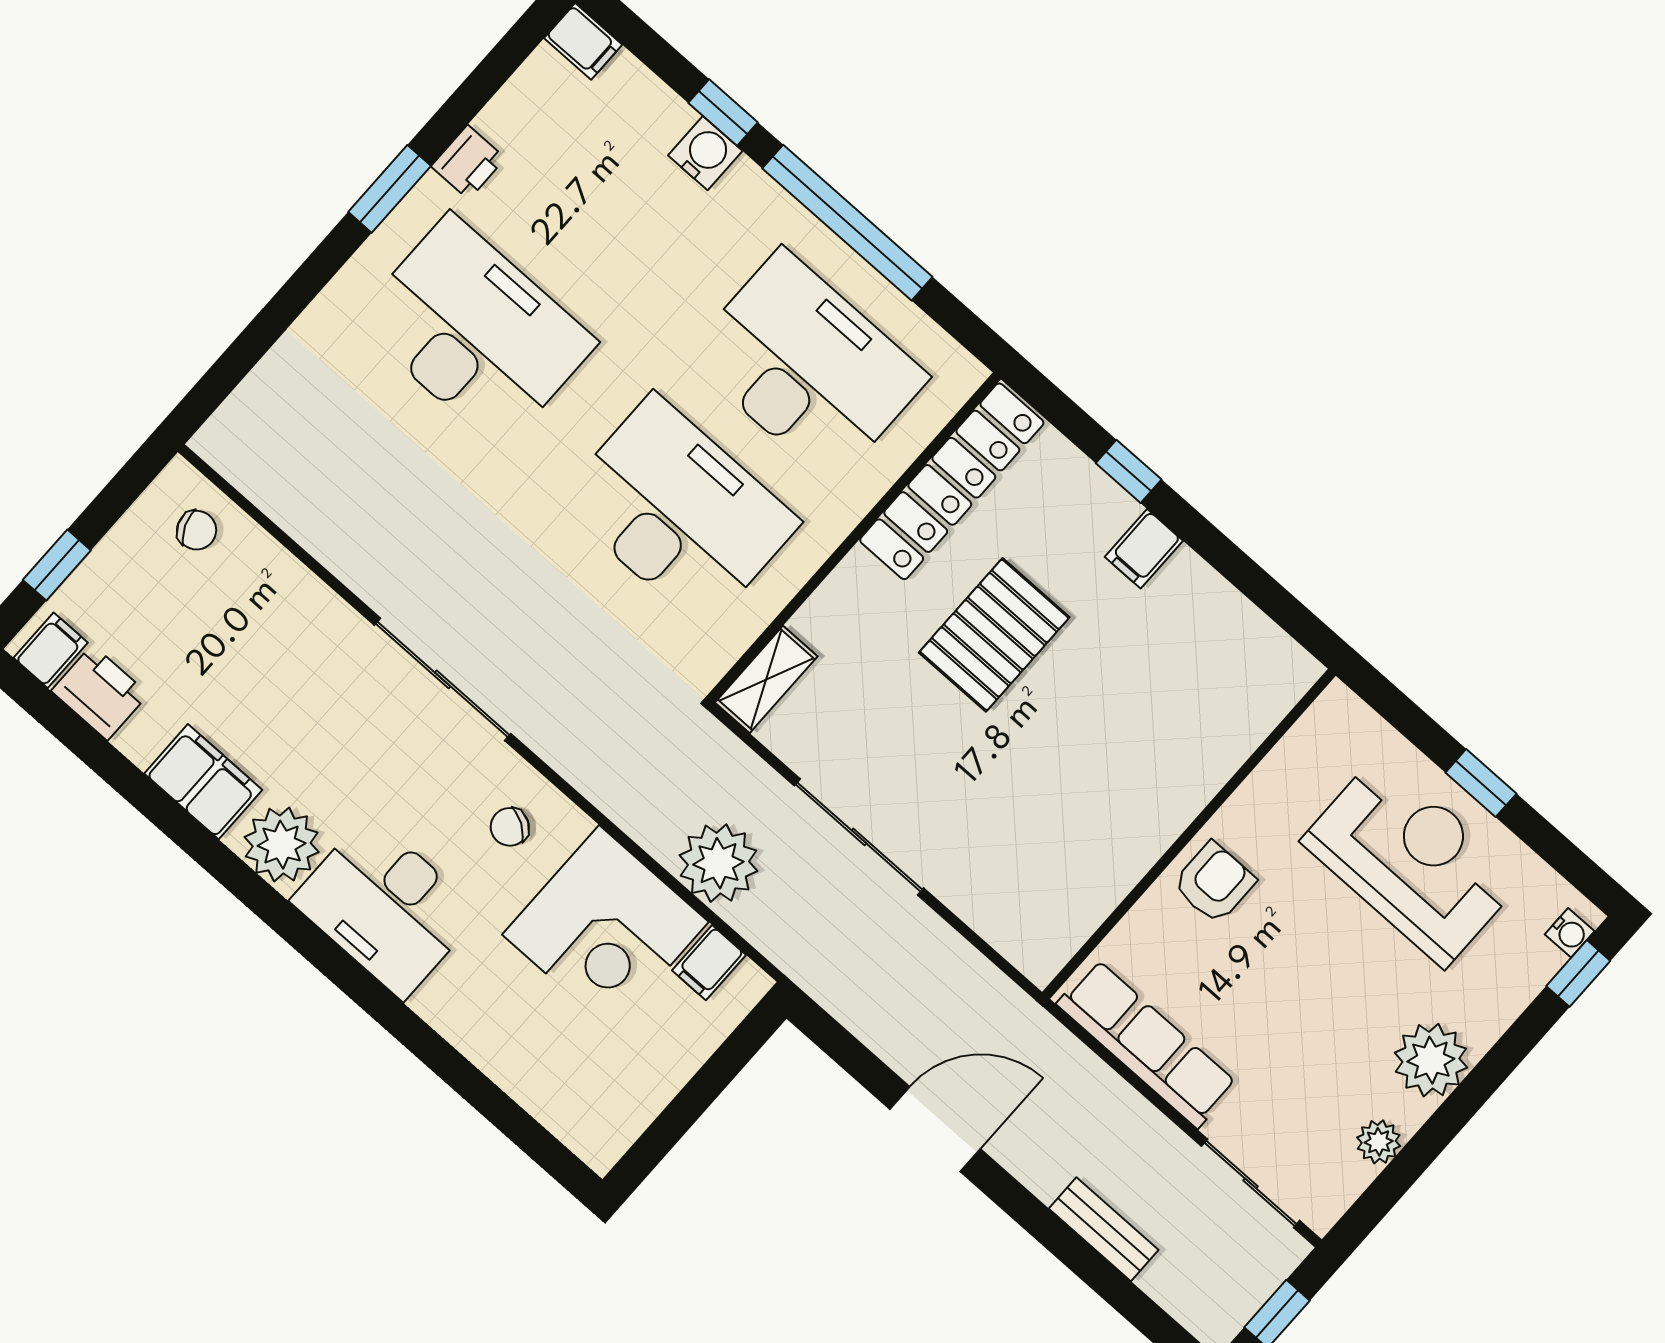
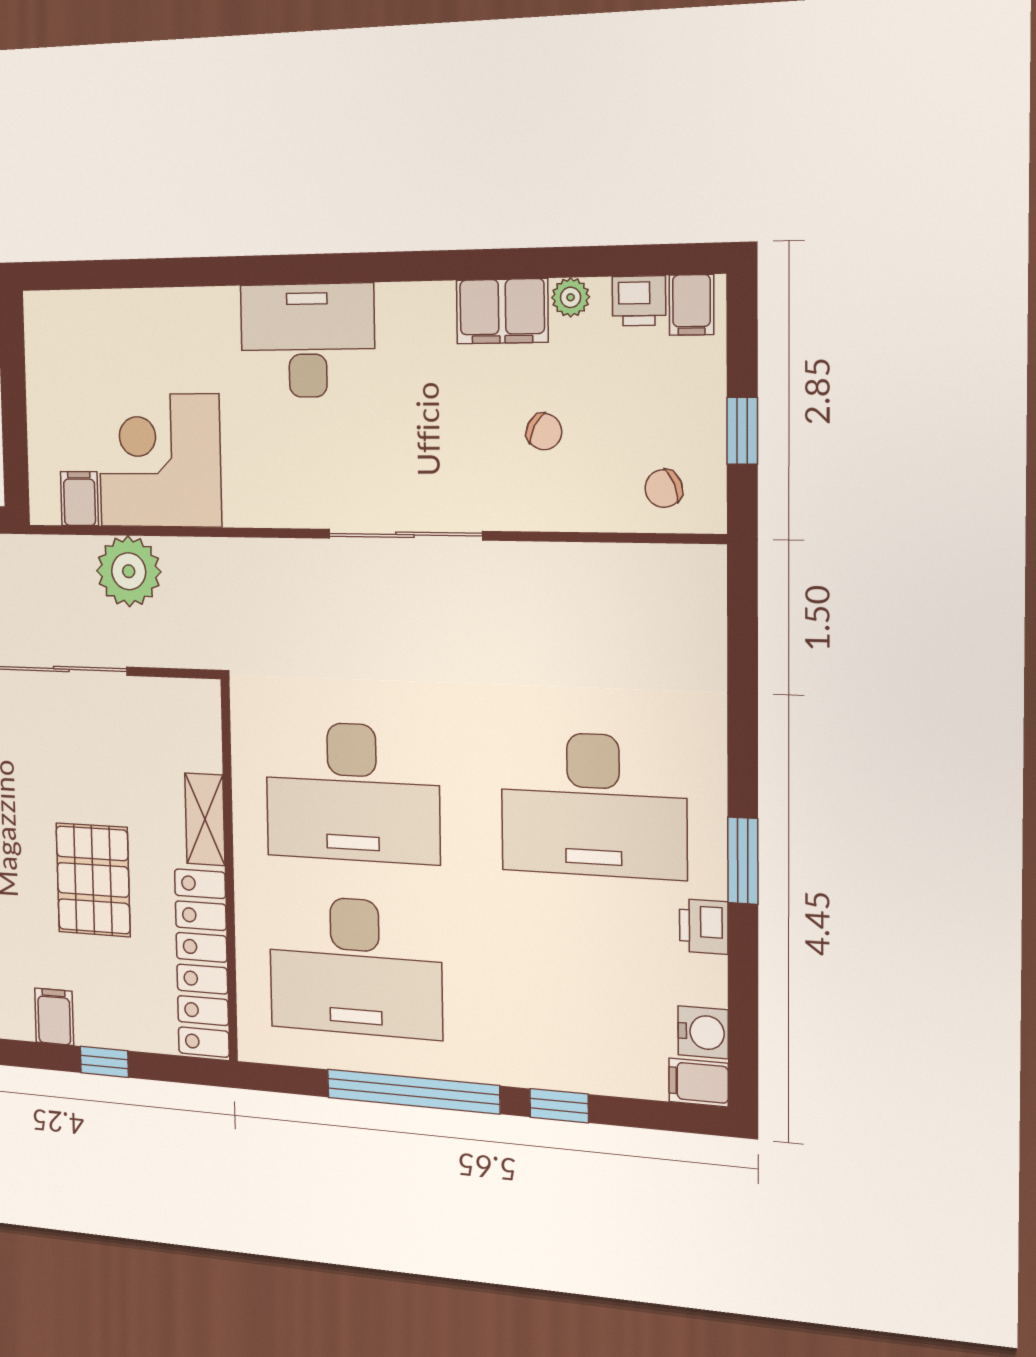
water cooler: (705, 153) -> (703, 1032), moved, turned -90
window: (57, 565) -> (742, 431), moved
shelving: (766, 679) -> (205, 819), moved
printer: (100, 693) -> (639, 301), width x0.73, depth x0.81
chair: (510, 827) -> (544, 432), moved, turned 86
plant: (282, 845) -> (571, 297), moved, width x0.53, depth x0.53

